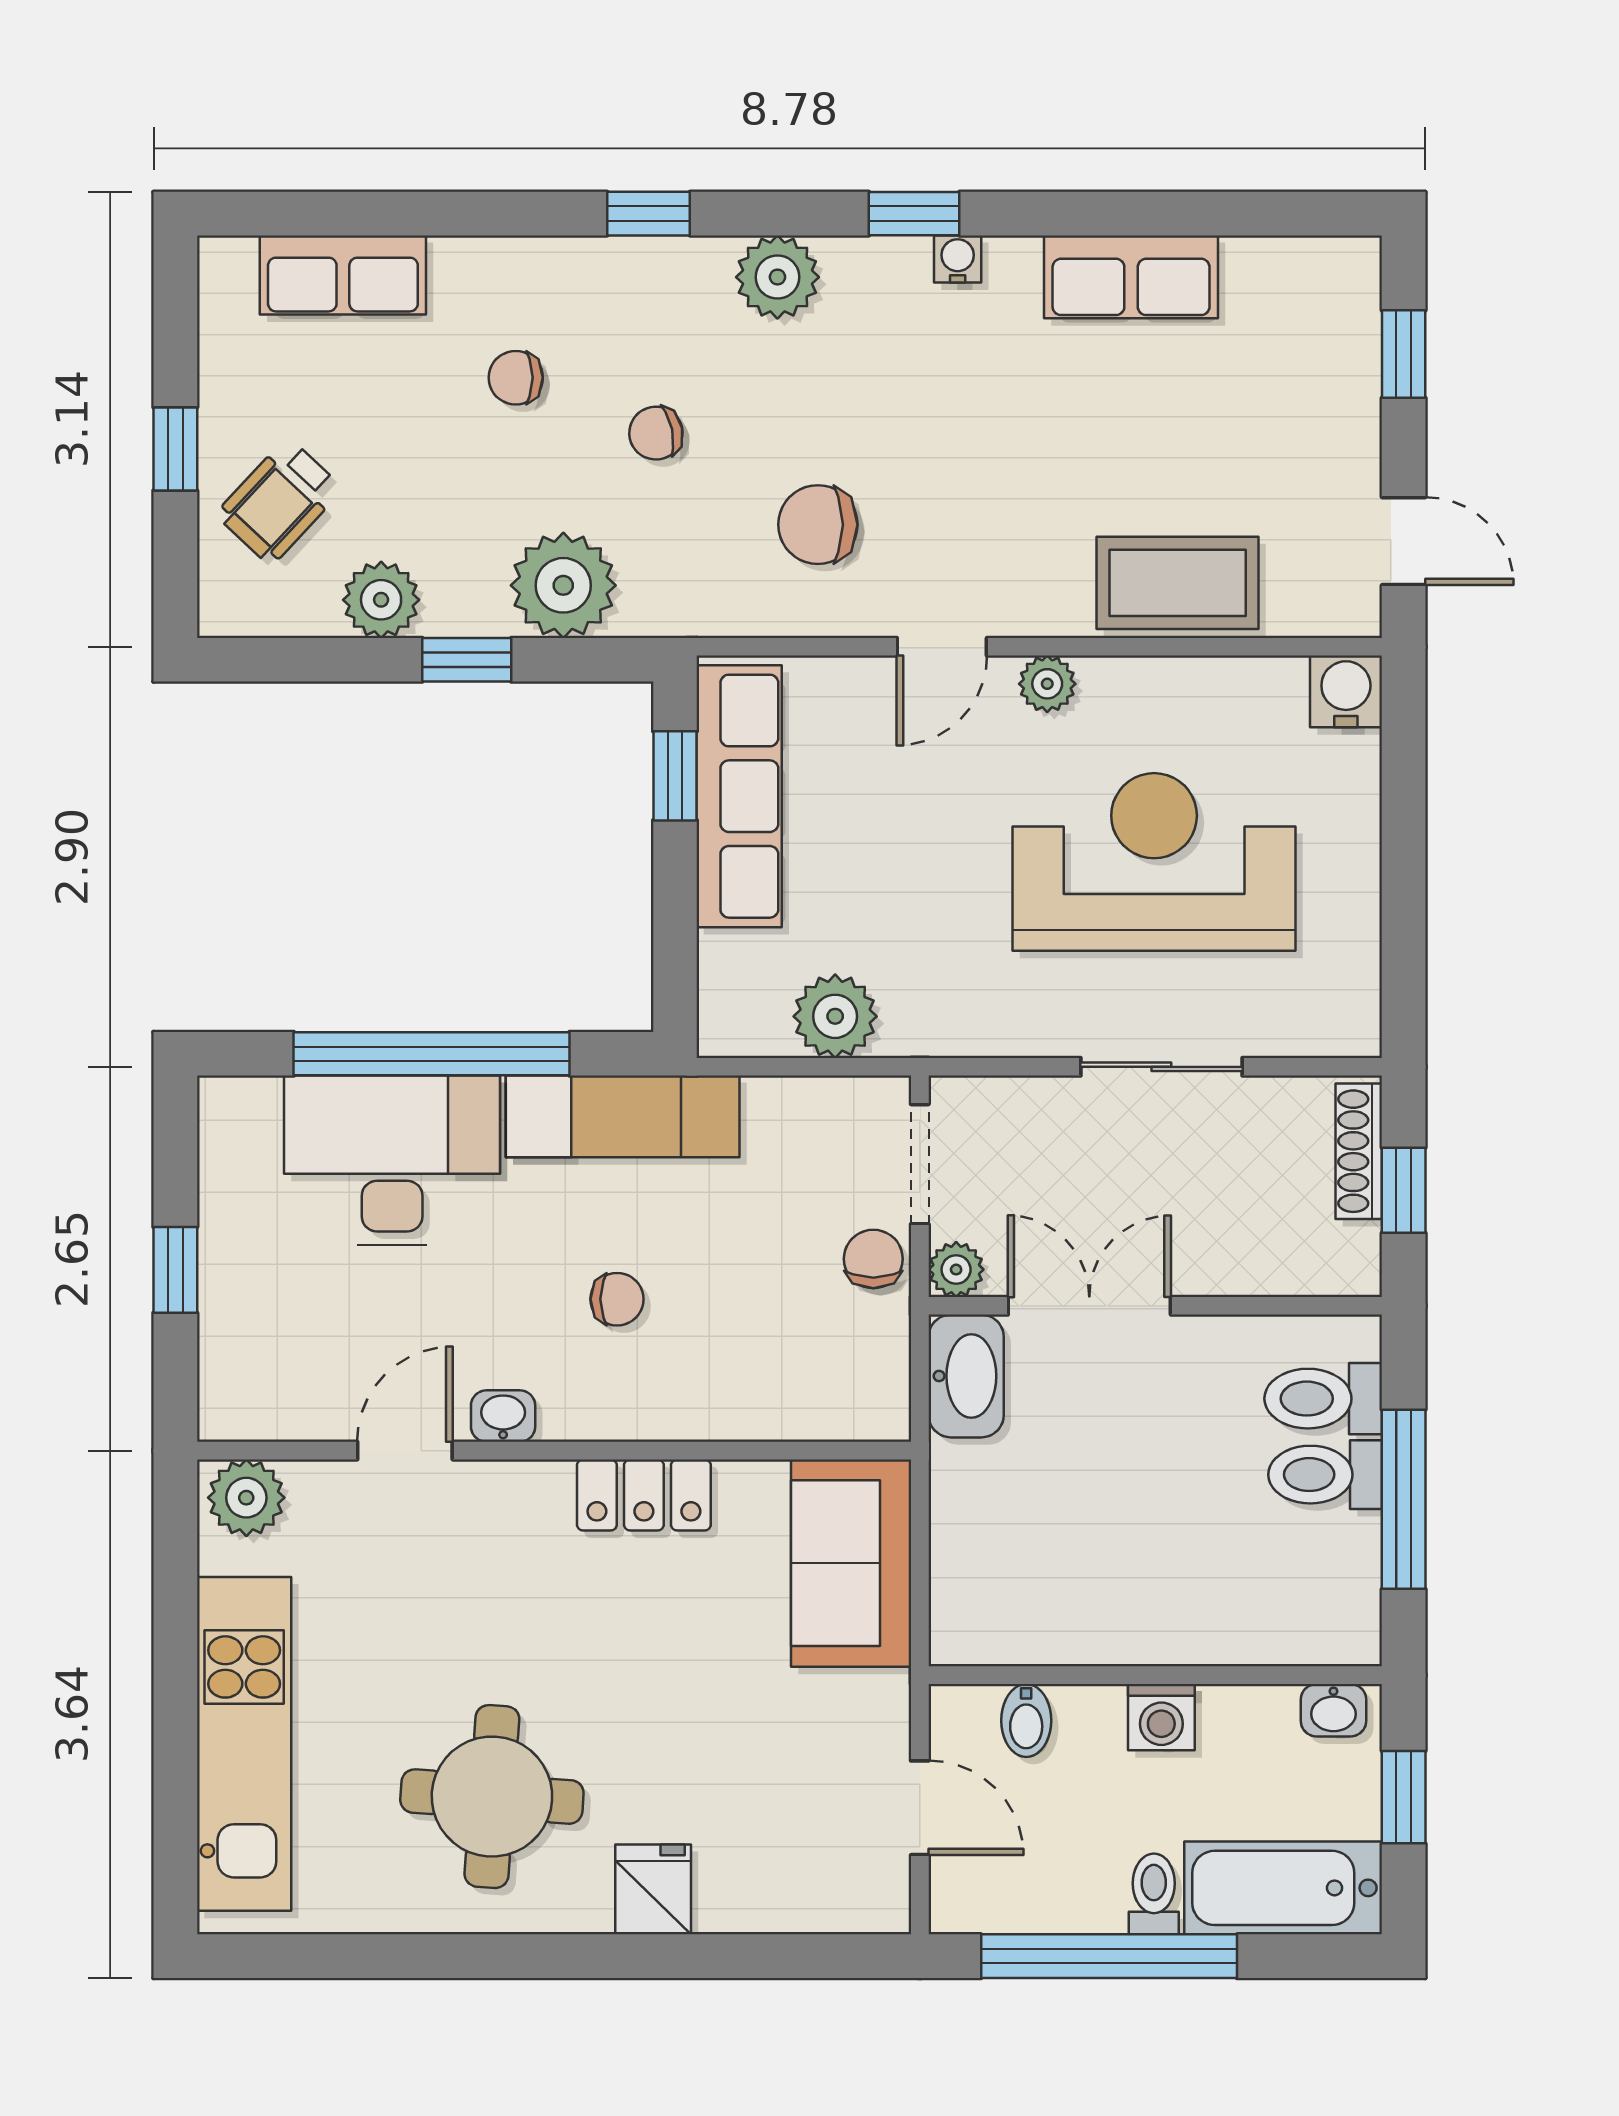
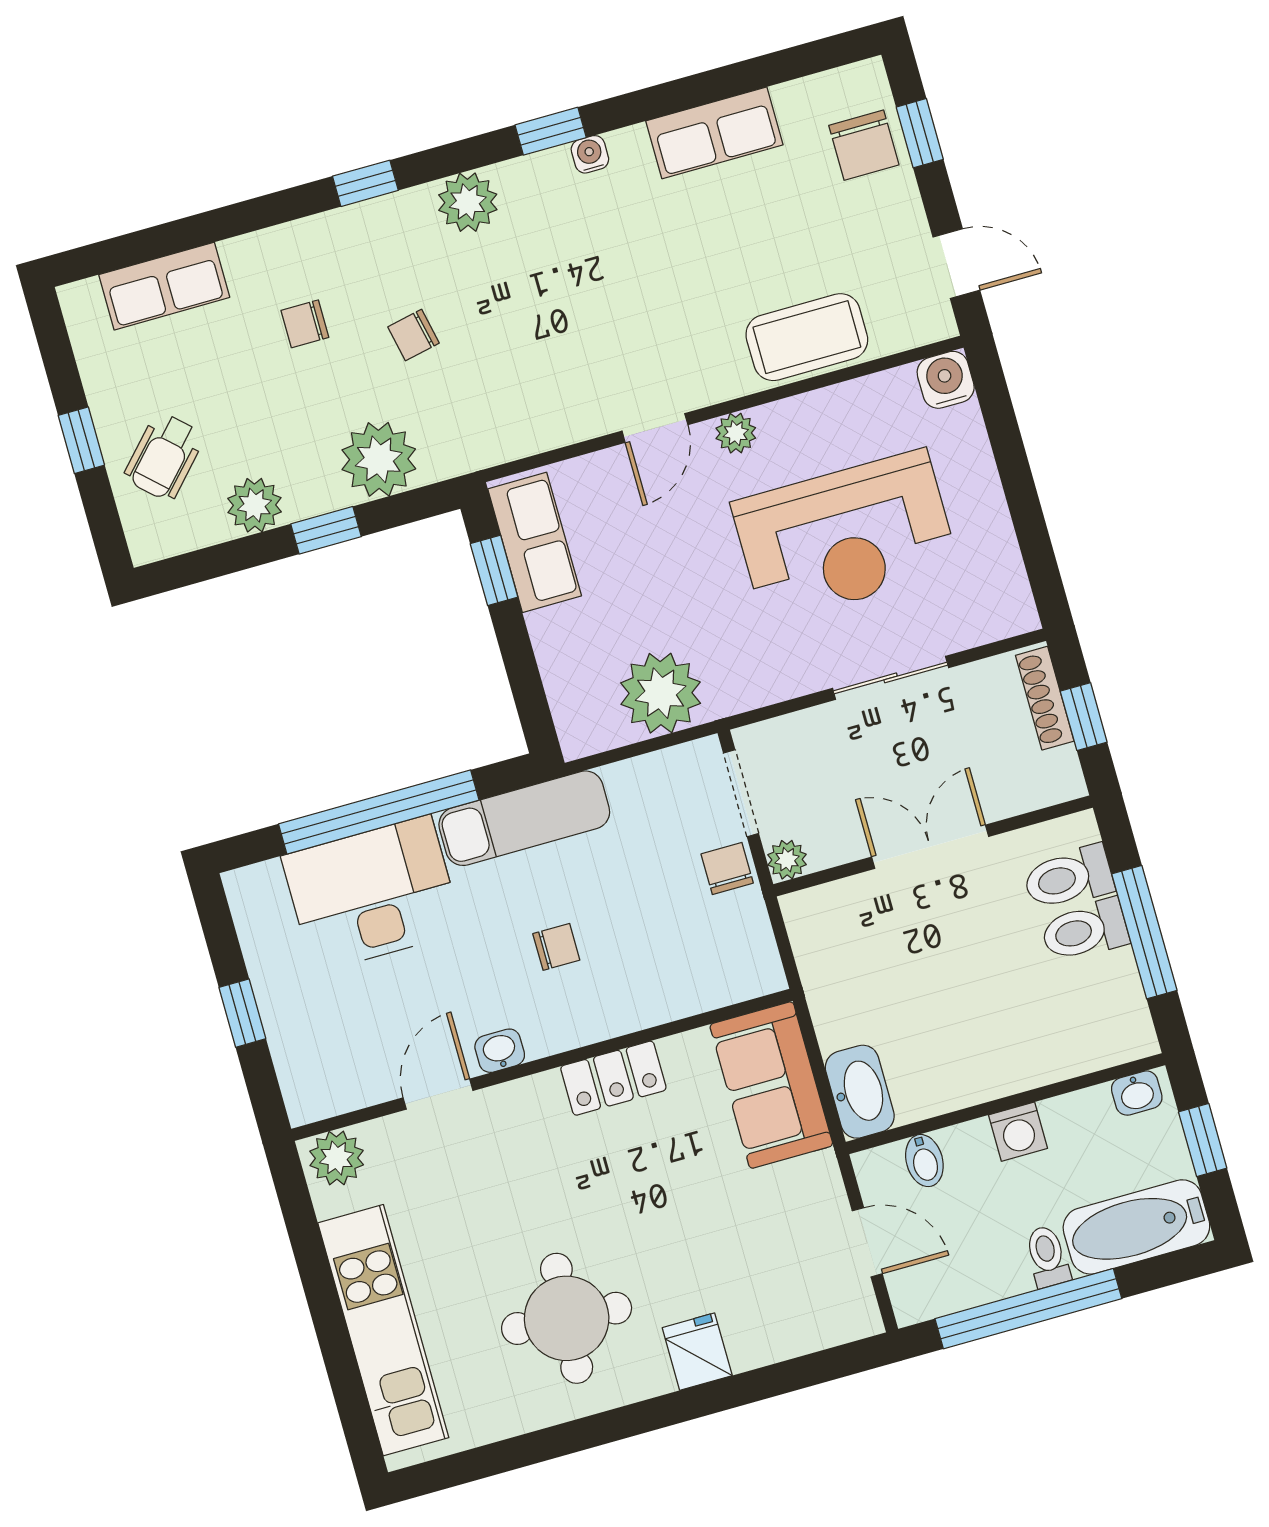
chair: (818, 525) -> (864, 145), moved, turned -90
row of seats: (739, 796) -> (535, 542), width x0.68
reception desk: (1154, 862) -> (845, 536), turned 180
plant: (835, 1016) -> (661, 693), width x1.36, depth x1.36
double door: (1089, 1306) -> (930, 847), moved
washbasin: (966, 1376) -> (860, 1092), moved

